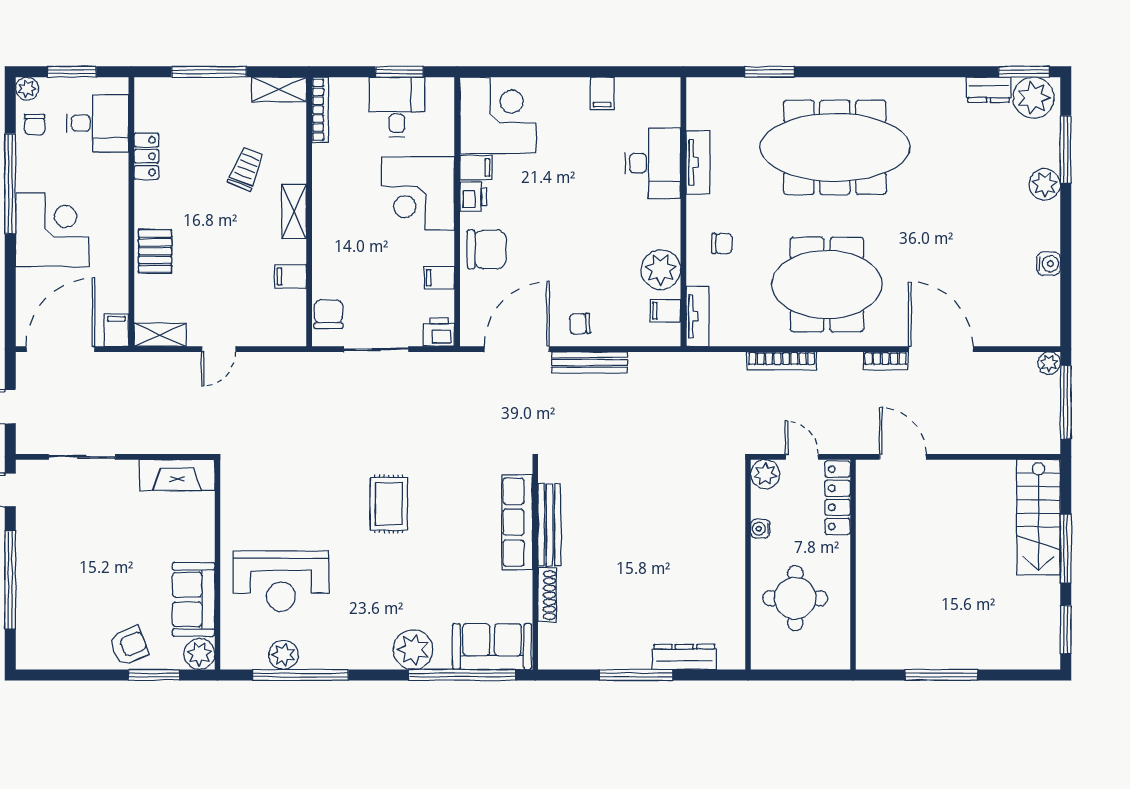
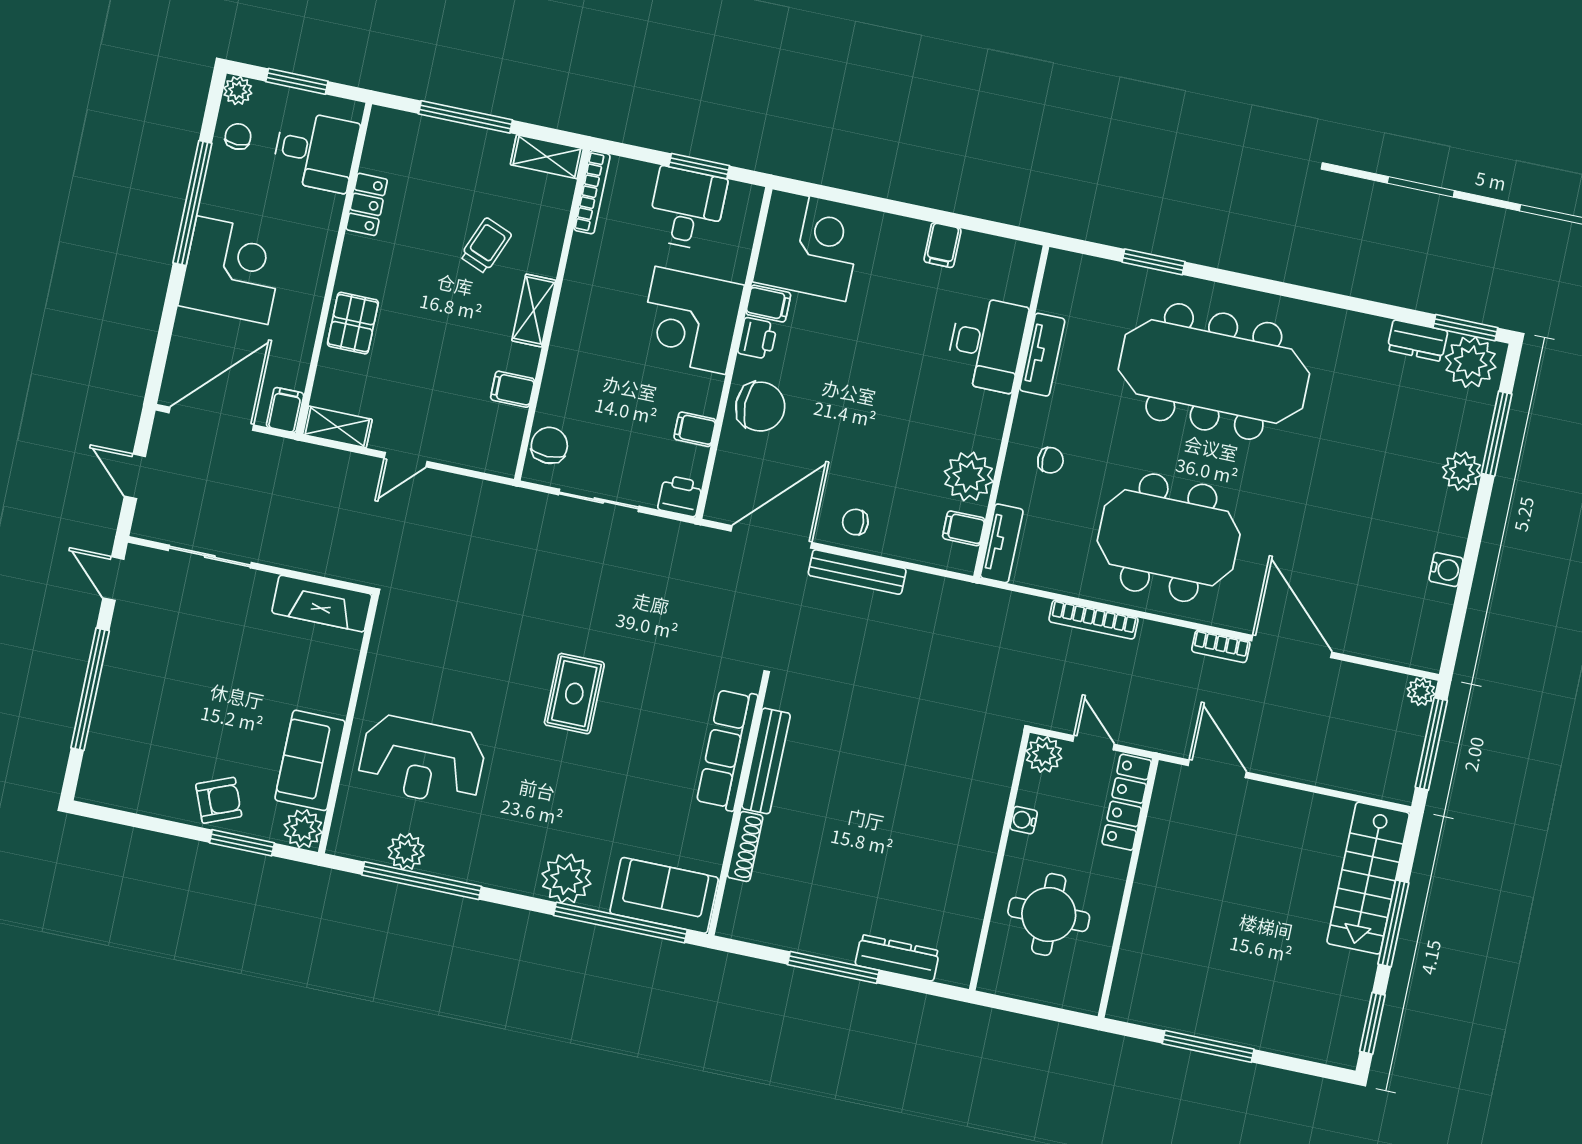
chair: (35, 124) -> (238, 137), turned 180

